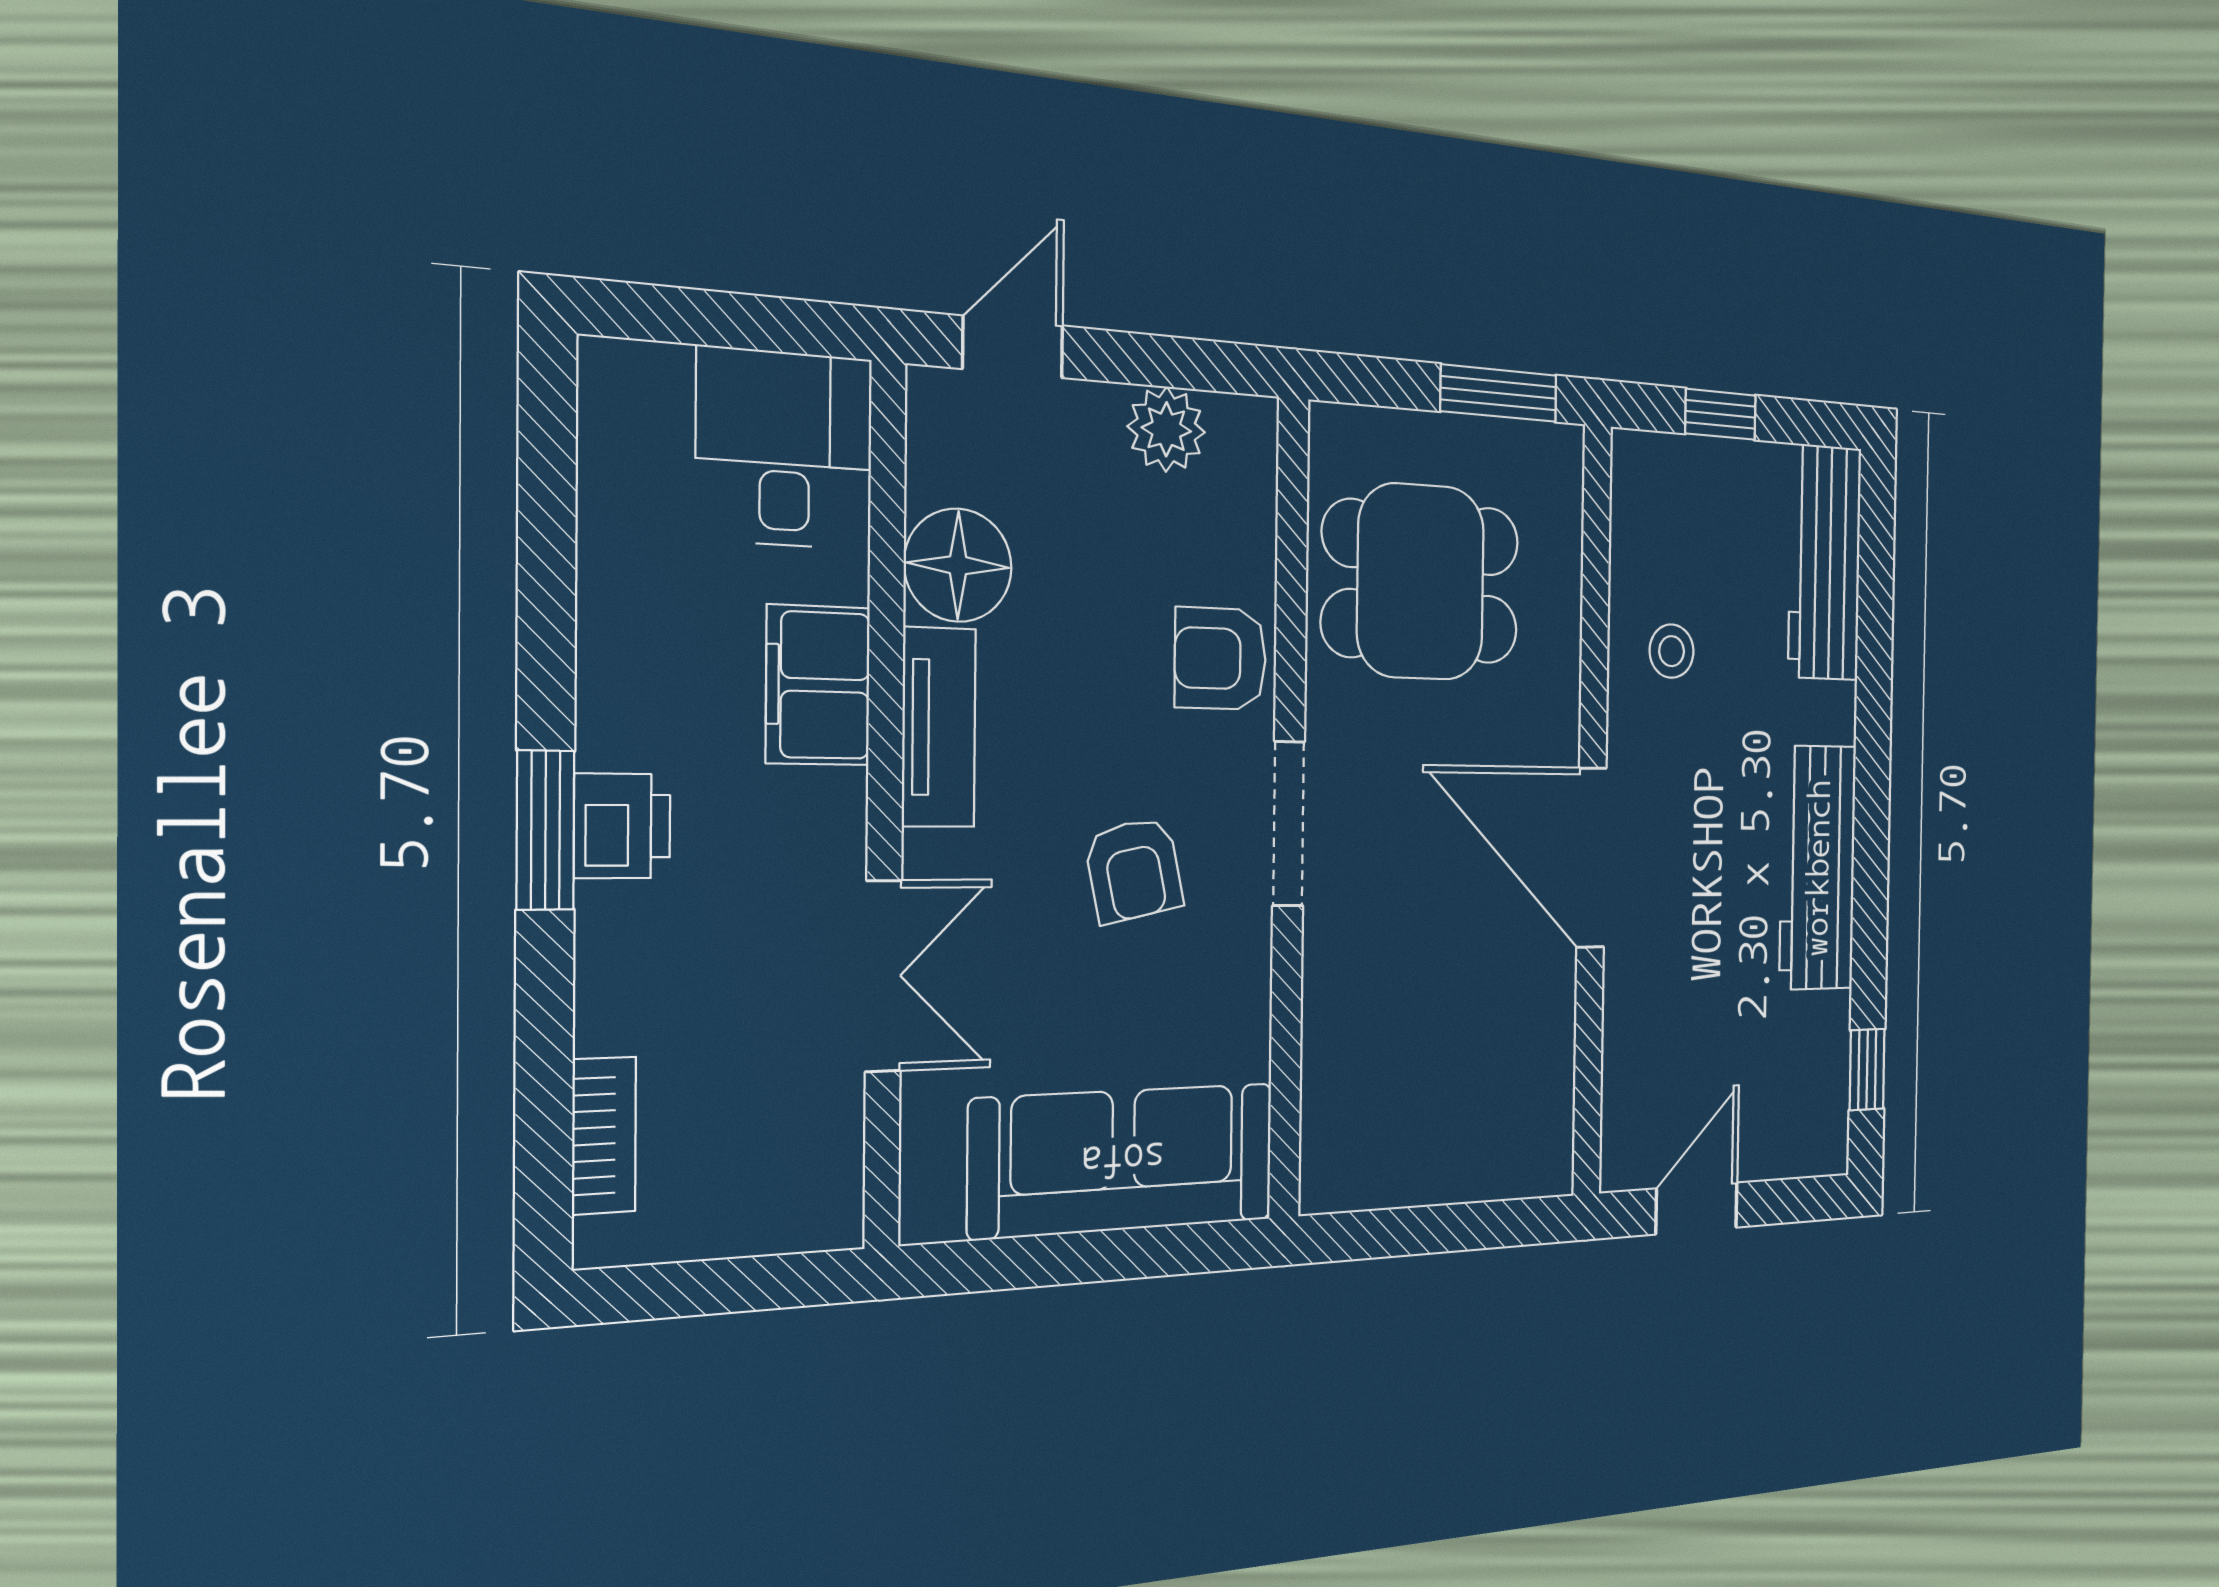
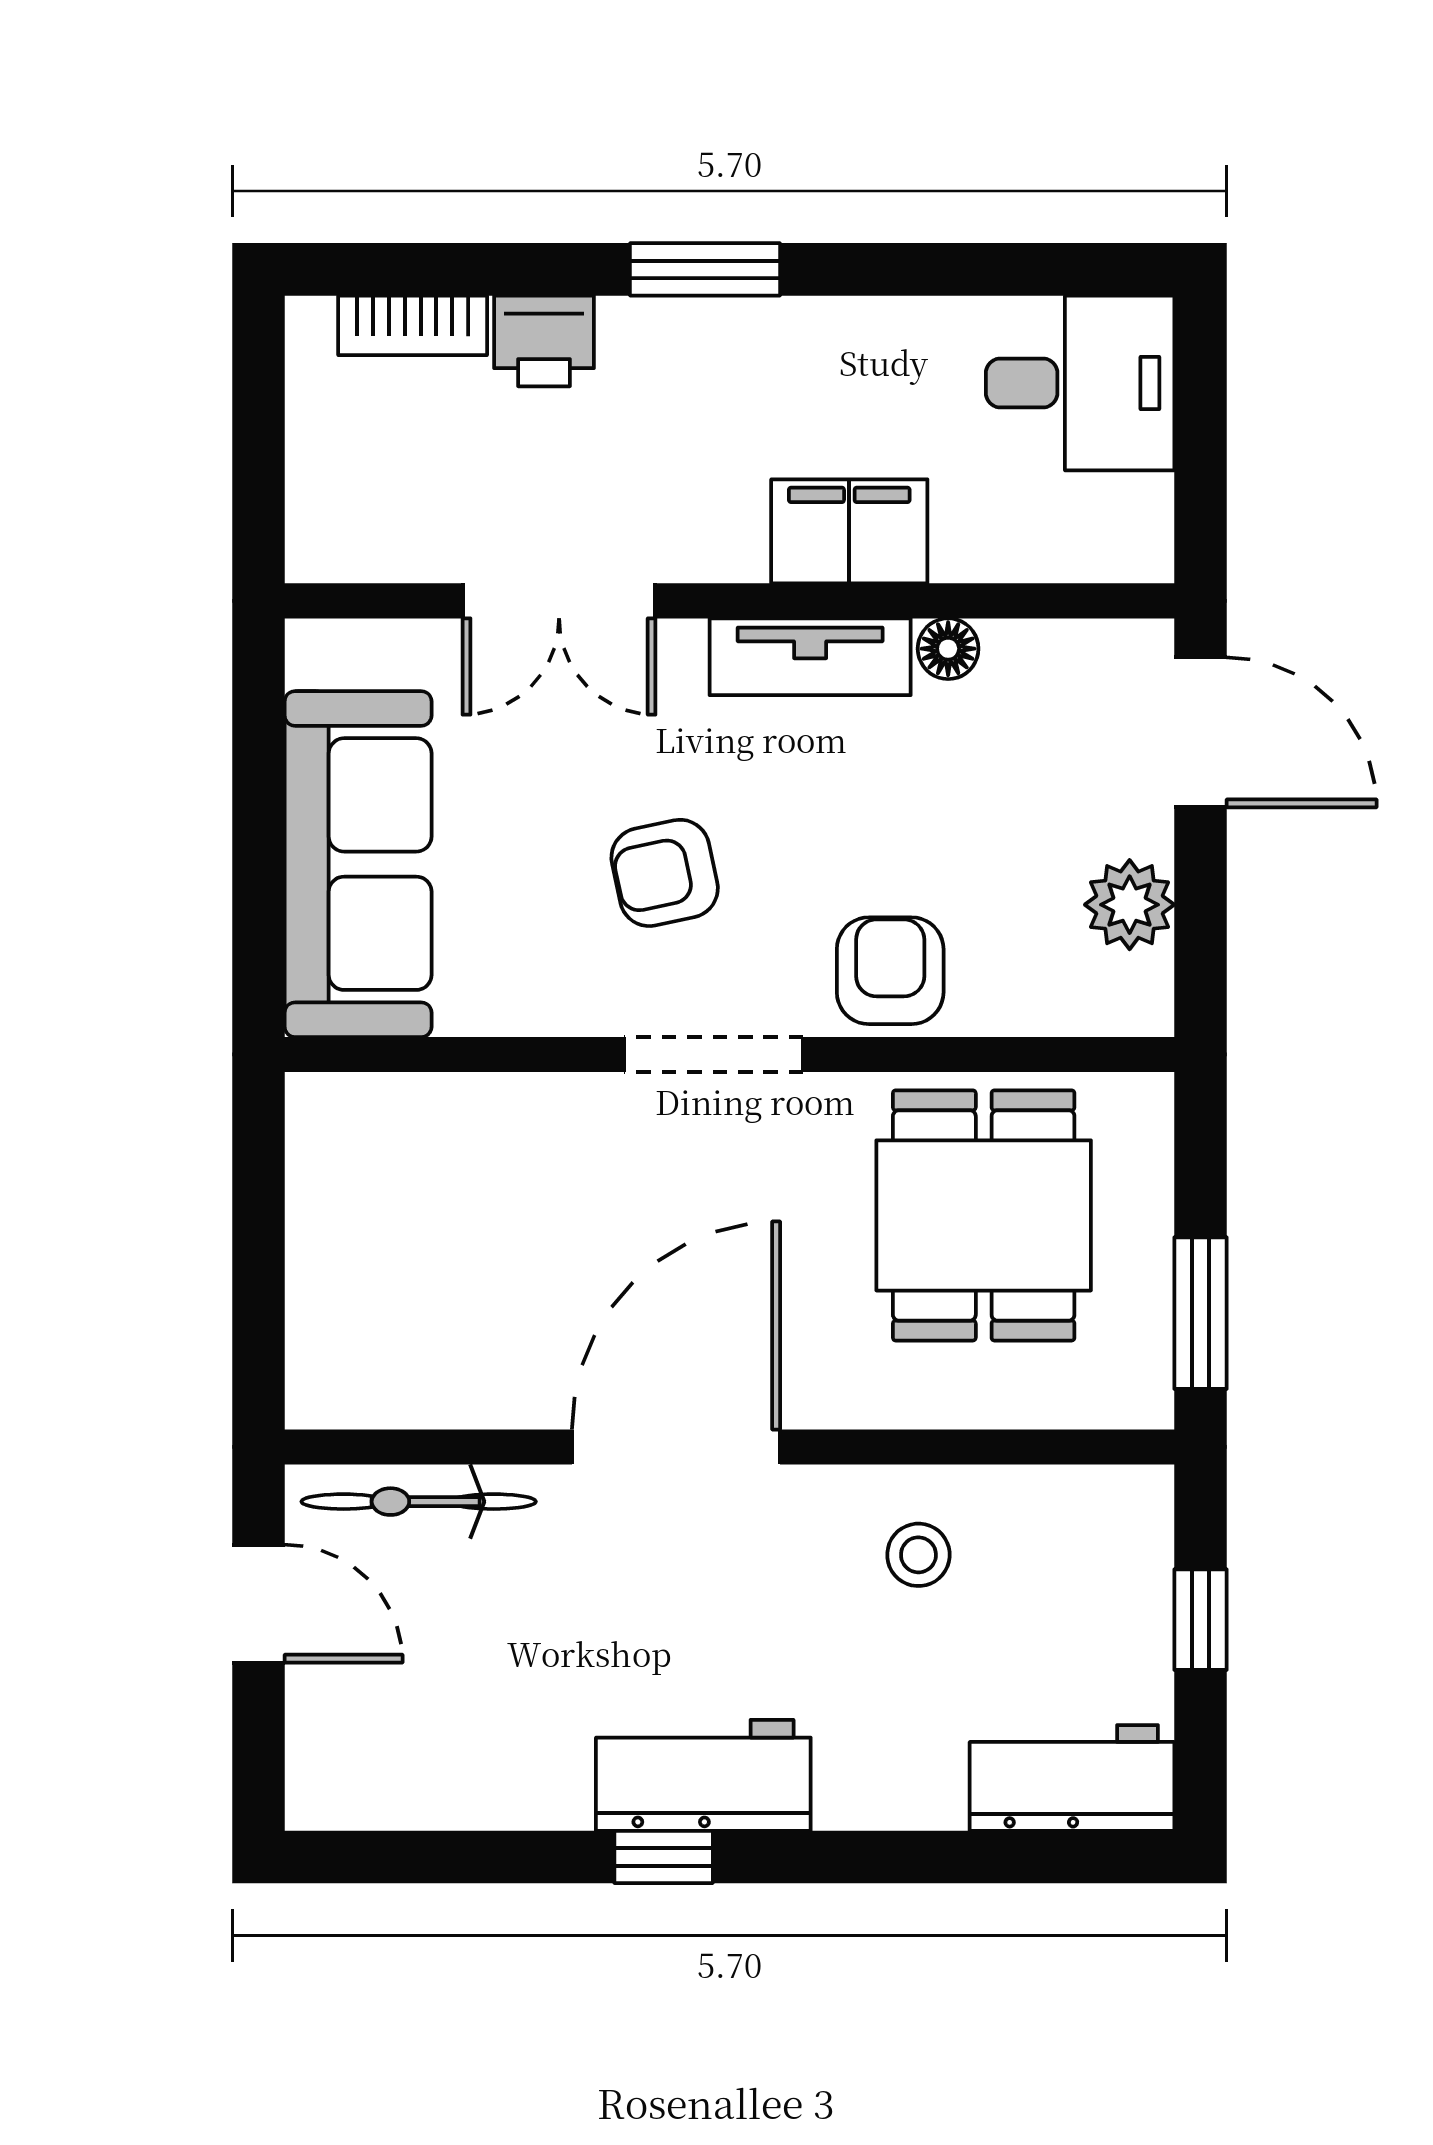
door: (1013, 347) -> (1201, 732), width x1.38
desk: (785, 449) -> (1080, 383), moved
workbench: (1825, 562) -> (1072, 1778), width x0.73
floor lamp: (958, 565) -> (948, 649), width x0.53, depth x0.53
printer: (622, 826) -> (544, 341), moved
workbench: (1818, 868) -> (703, 1775), width x0.73
window: (1867, 1069) -> (664, 1857), moved
bicycle: (1627, 1078) -> (419, 1502), added

